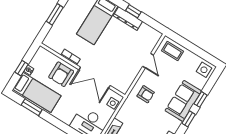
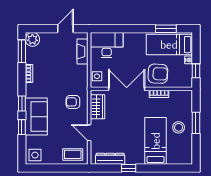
dresser: (128, 18) -> (110, 159), moved
stool: (71, 19) -> (179, 127), added
window: (22, 68) -> (196, 71), moved
armchair: (61, 74) -> (158, 74), turned 93
wardrobe: (128, 78) -> (97, 107), added

